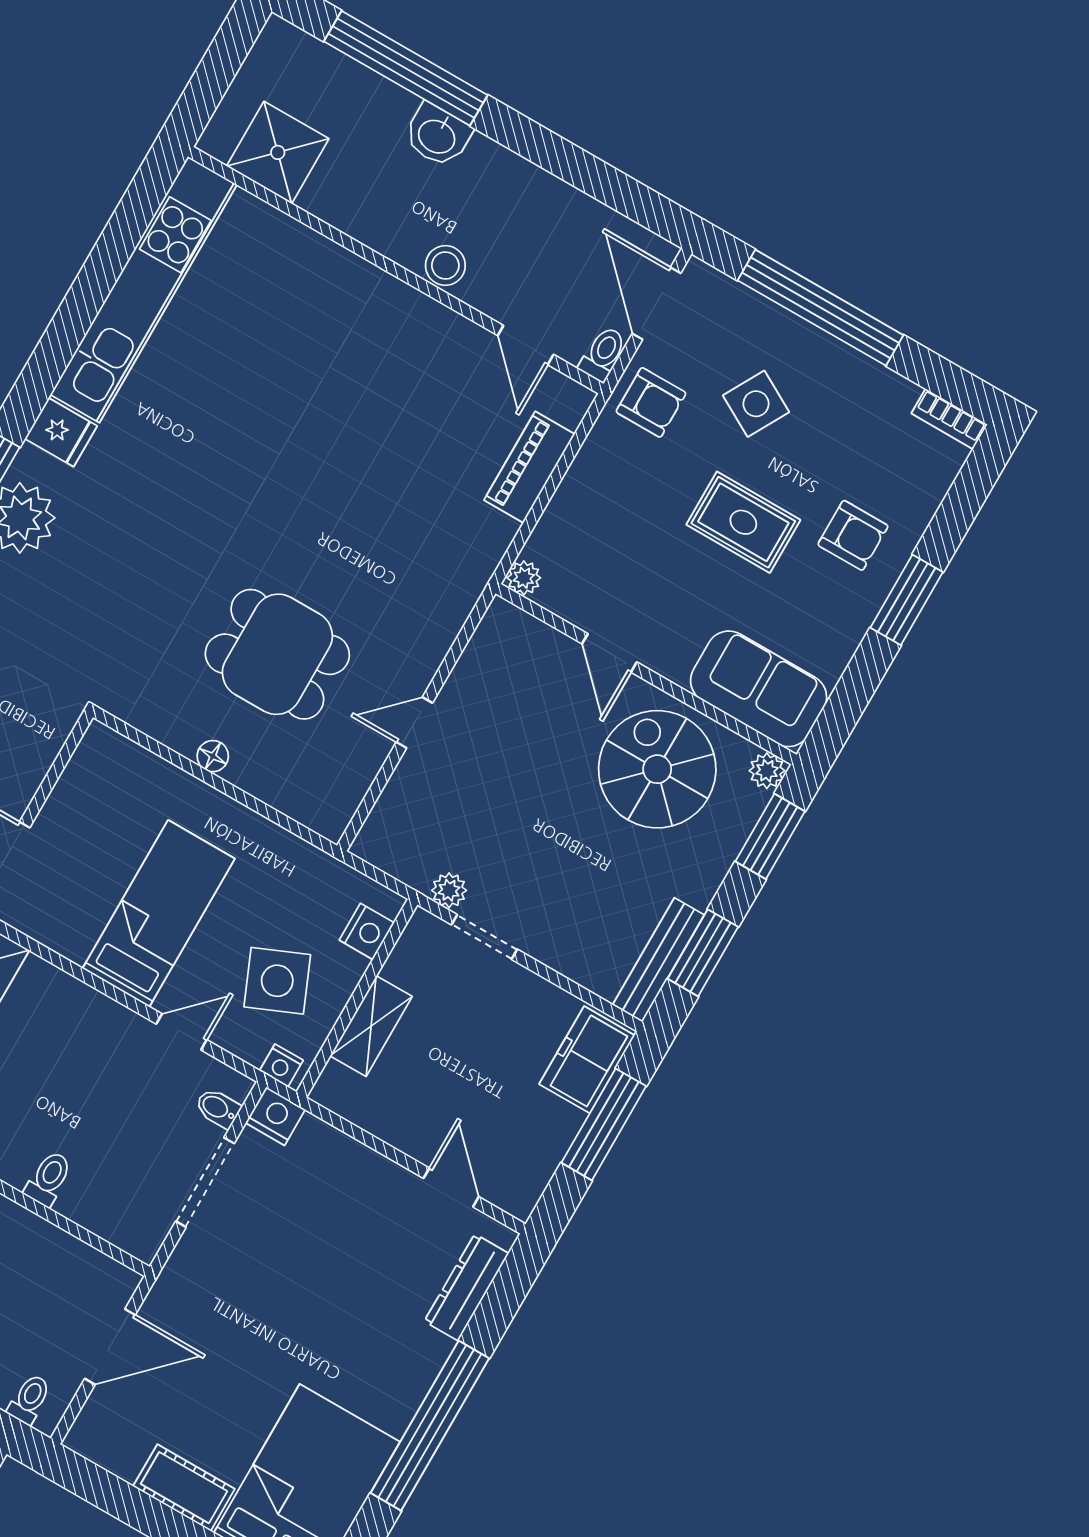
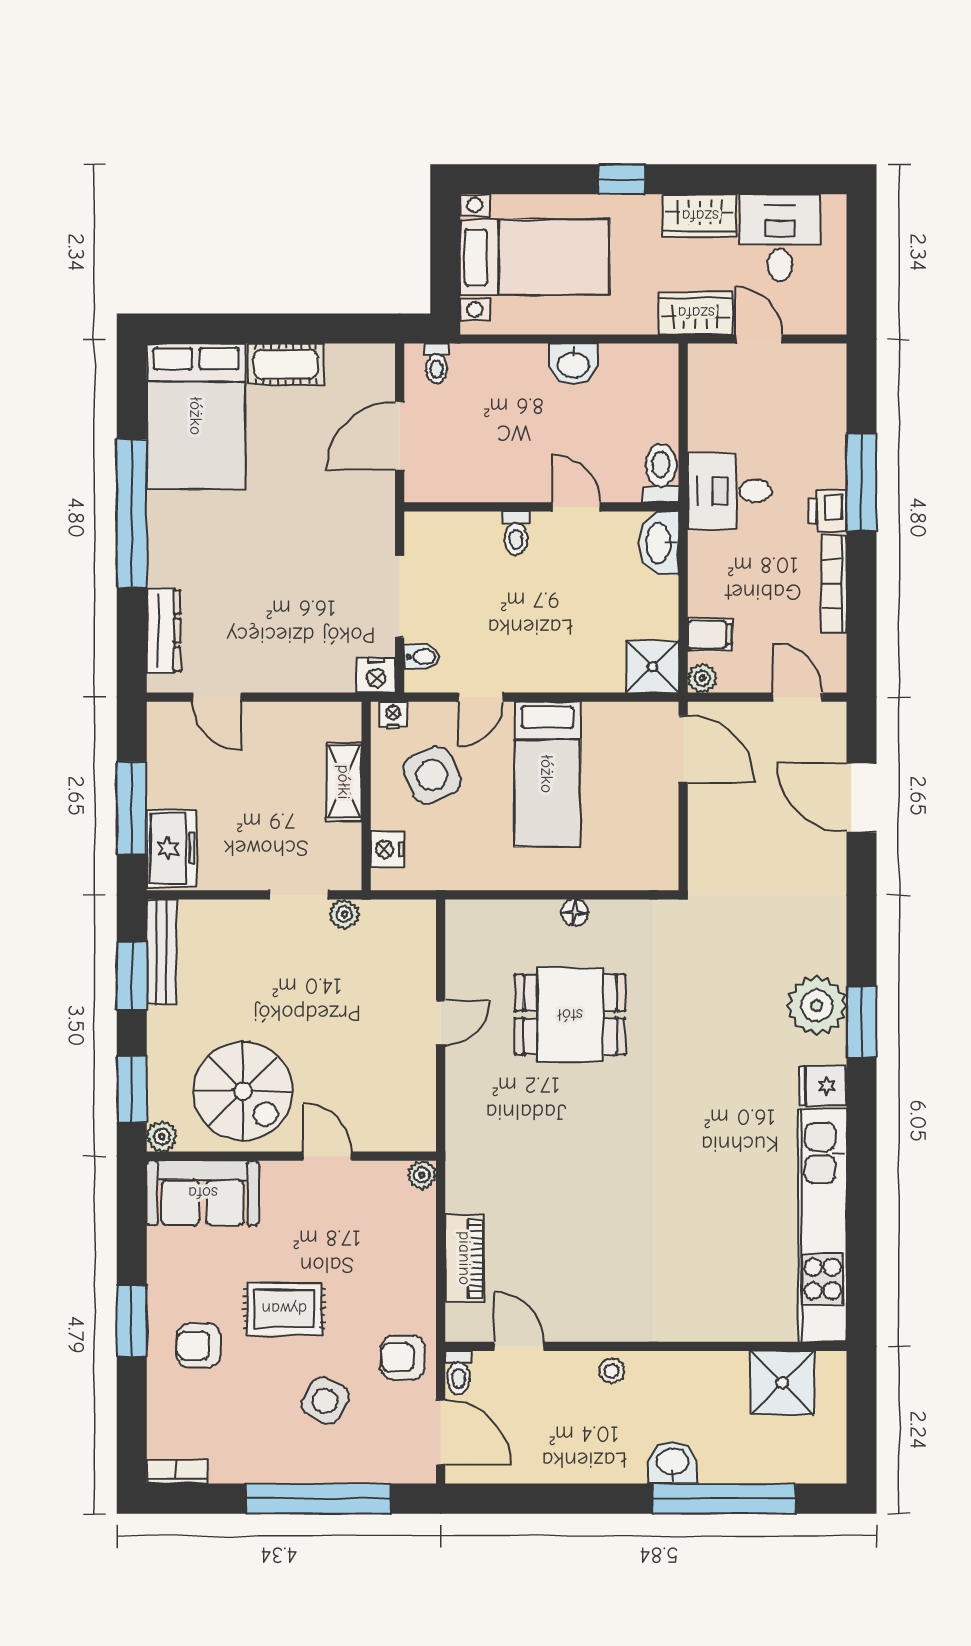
stool: (445, 265) -> (611, 1371), width x0.73, depth x0.73

